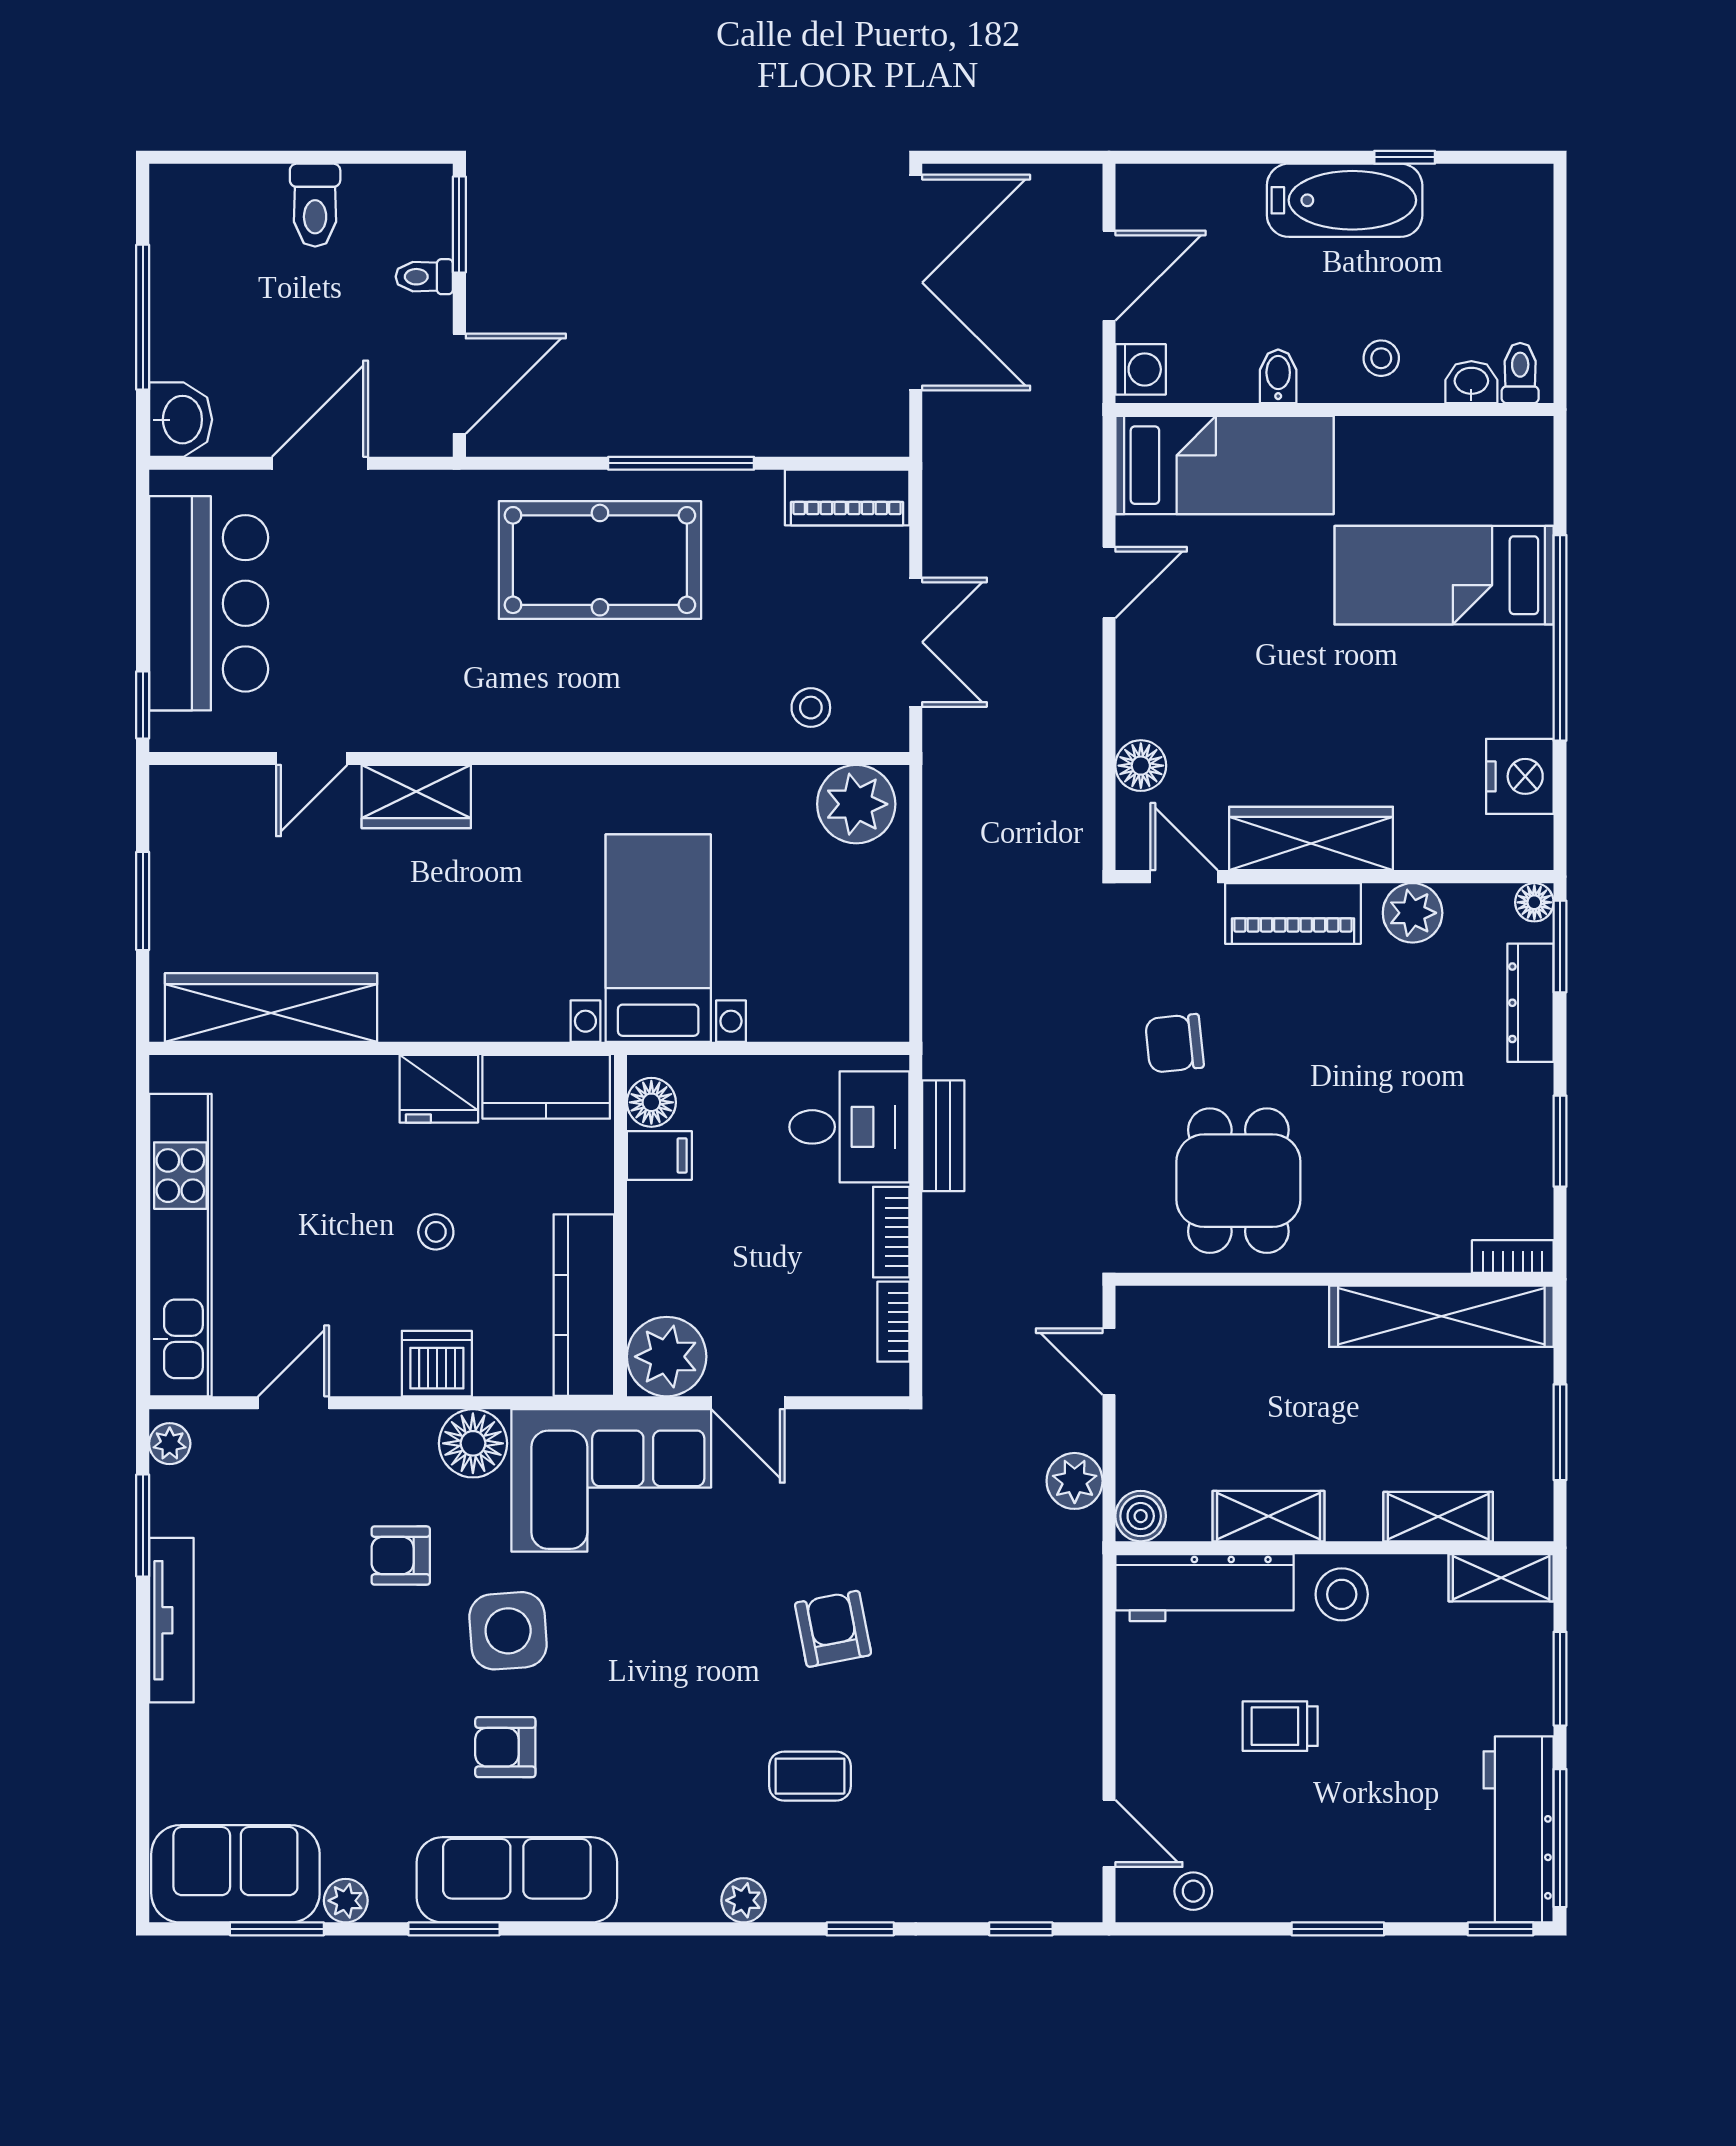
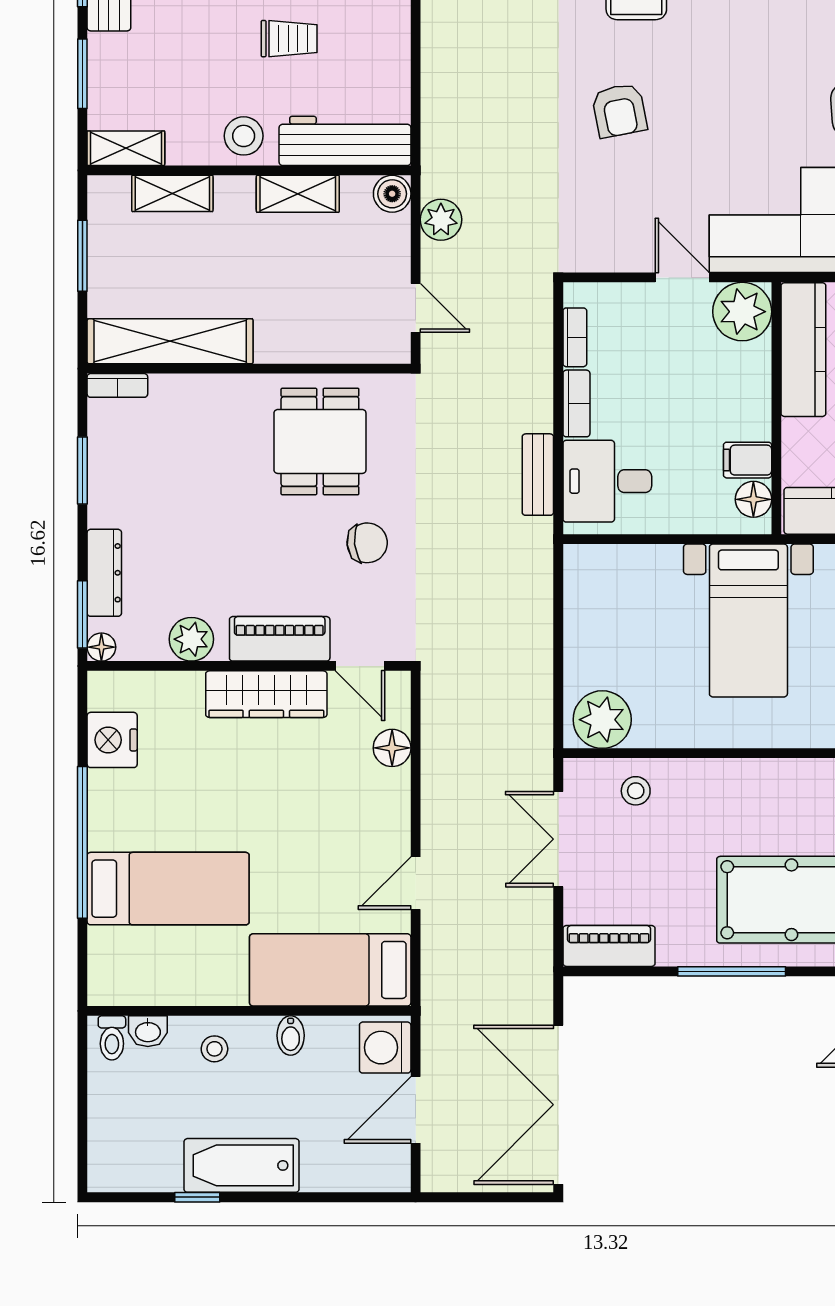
washing machine: (1141, 369) -> (385, 1048), width x1.38, depth x1.38

